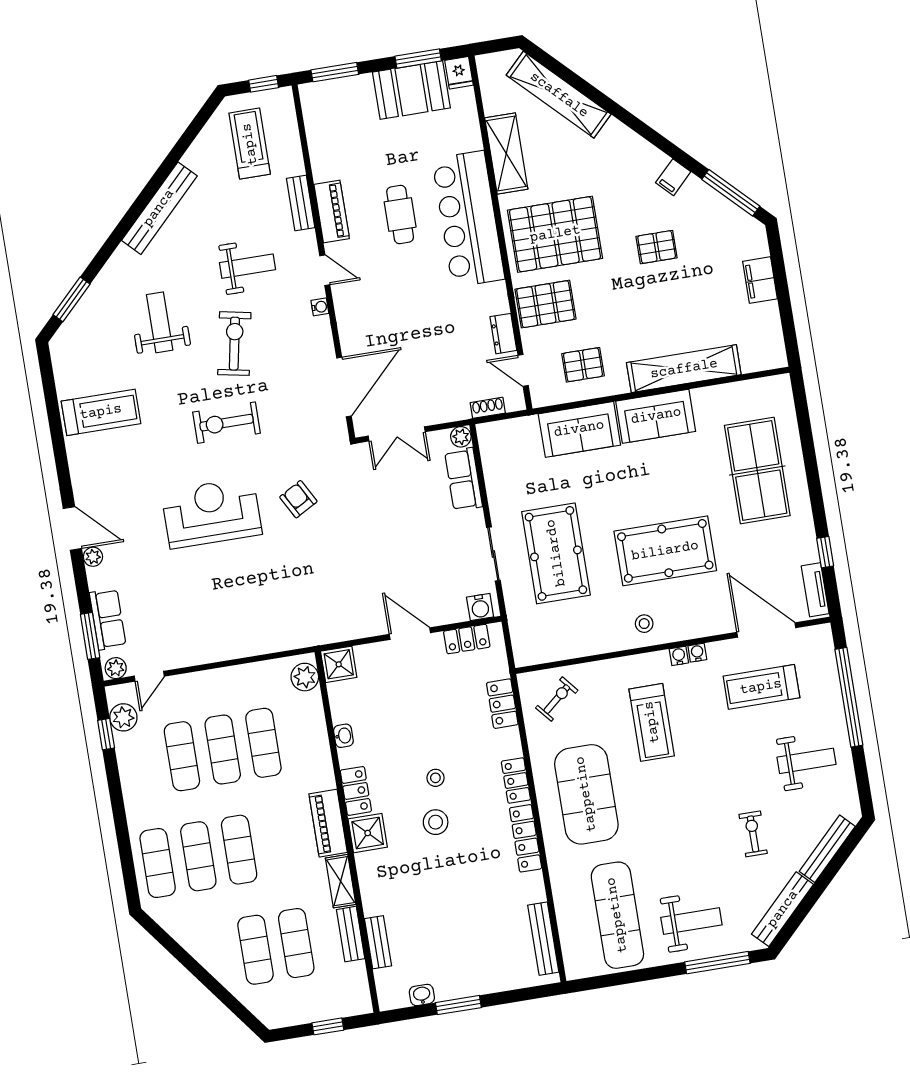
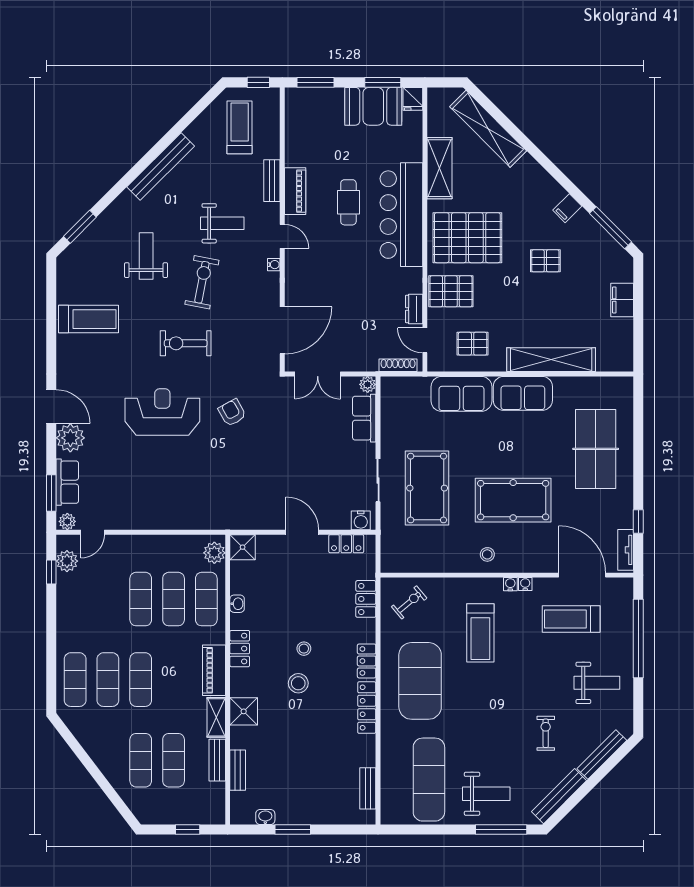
shoe rack: (488, 408) -> (398, 365), width x1.43
plant: (93, 557) -> (70, 438), width x1.88, depth x1.88
exercise mat: (182, 756) -> (206, 599), moved
shower: (368, 833) -> (244, 711), moved
bench: (543, 939) -> (368, 788), width x0.73

